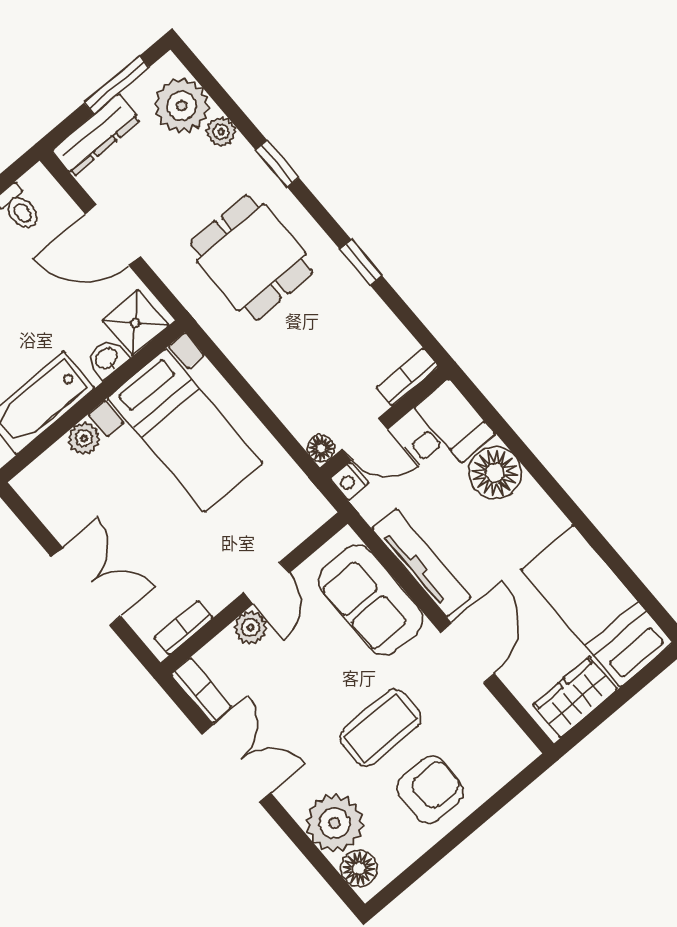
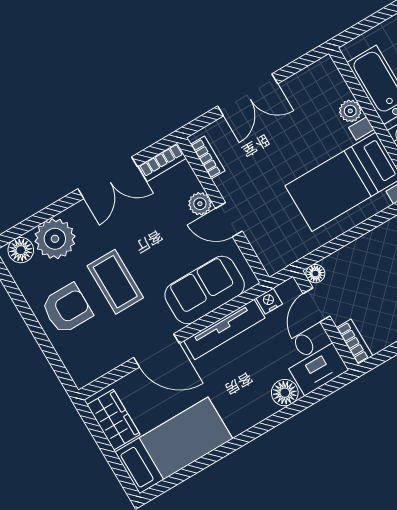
floor lamp: (495, 473) -> (285, 393), width x0.73, depth x0.73
nightstand: (349, 481) -> (269, 301), moved
armchair: (430, 790) -> (67, 309), turned -90

